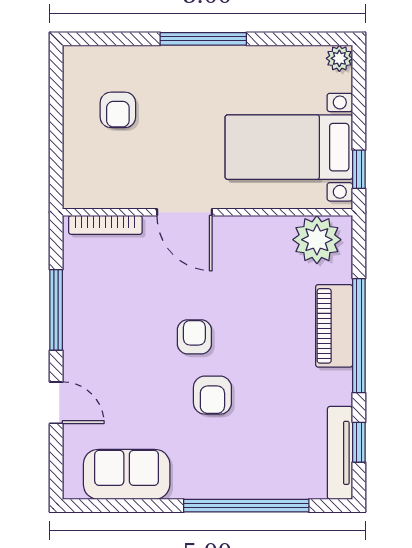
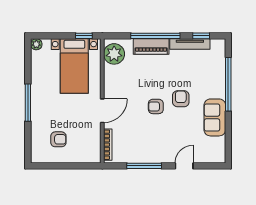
armchair: (212, 395) -> (181, 99), turned -90
tv unit: (340, 453) -> (190, 44), moved
sofa: (127, 474) -> (215, 117), moved

